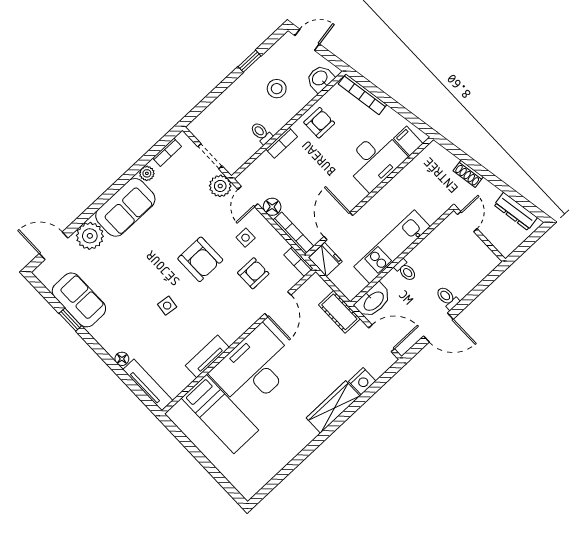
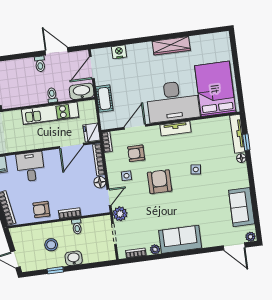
washbasin: (320, 78) -> (74, 258), moved, turned 180
desk: (375, 160) -> (30, 167), width x0.73
plant: (90, 236) -> (250, 237), moved, width x0.53, depth x0.53
window: (70, 320) -> (246, 142), moved
door: (382, 338) -> (92, 68), hinge flipped
tv unit: (207, 356) -> (175, 128), moved
wardrobe: (333, 407) -> (171, 46), moved
bed: (220, 414) -> (215, 89), width x1.50

